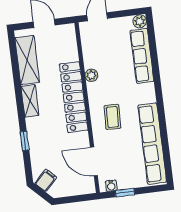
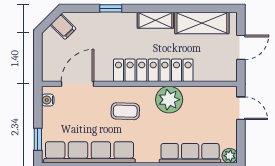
plant: (91, 75) -> (169, 100), width x1.87, depth x1.87
window: (125, 193) -> (38, 139), moved

